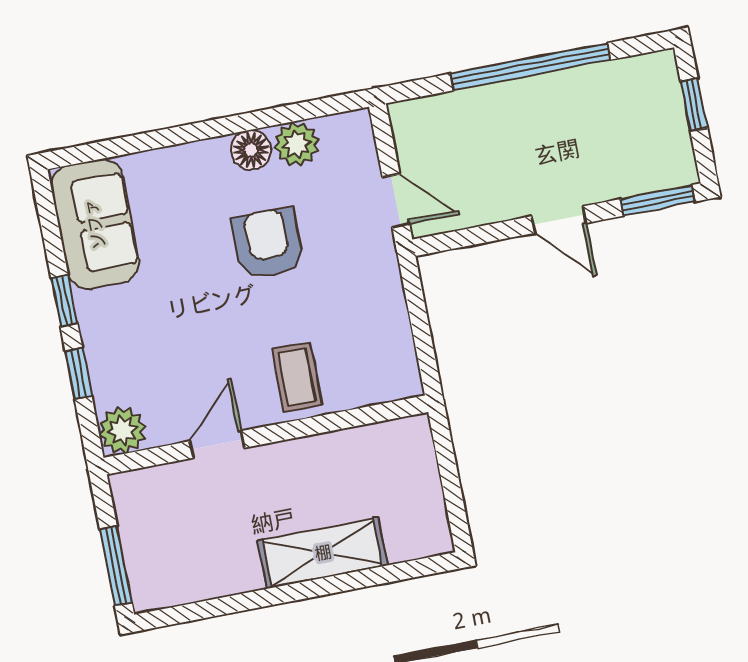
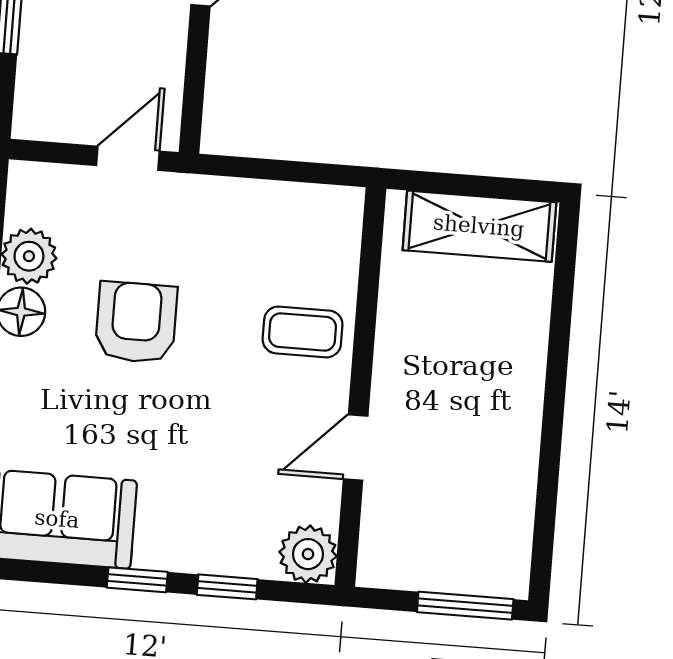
armchair: (268, 243) -> (136, 322), turned 90
door: (217, 444) -> (356, 448), hinge flipped
shelving: (323, 553) -> (479, 226), moved, turned 90

